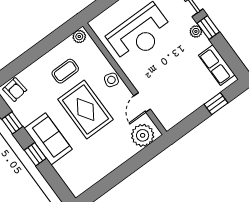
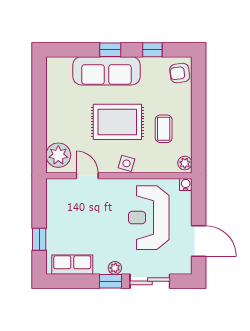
water cooler: (95, 24) -> (186, 184), added
sofa: (48, 139) -> (106, 71), width x1.36

